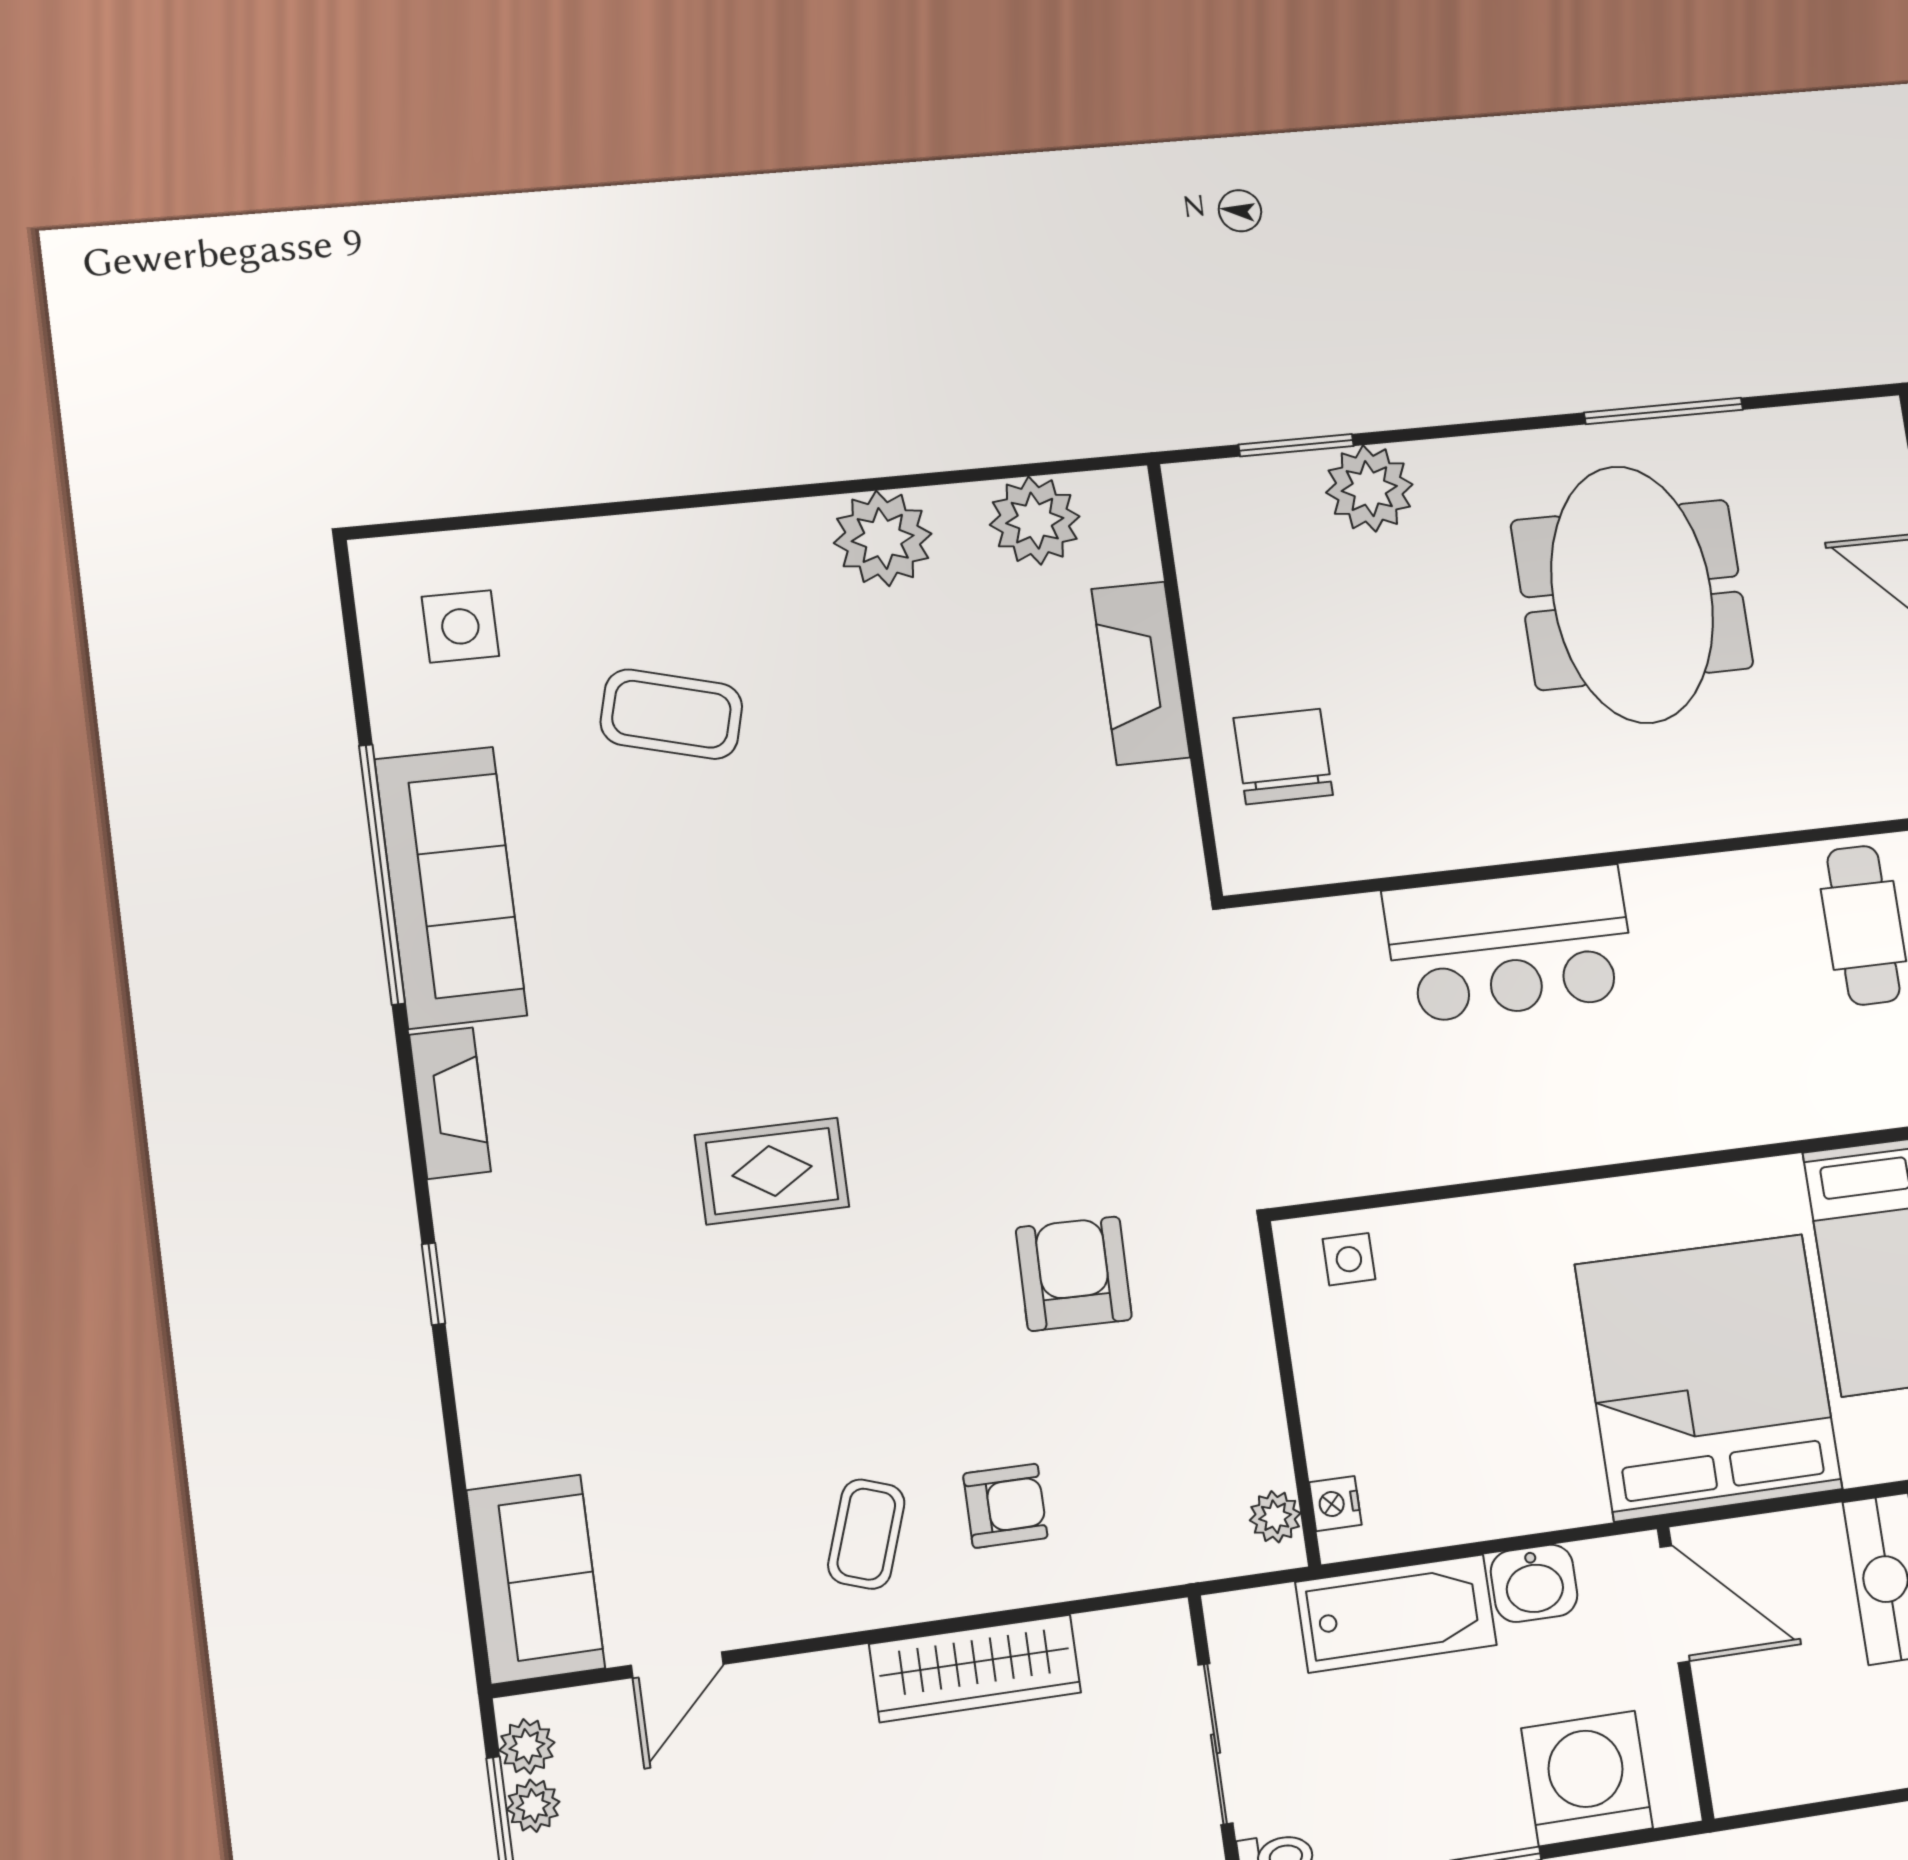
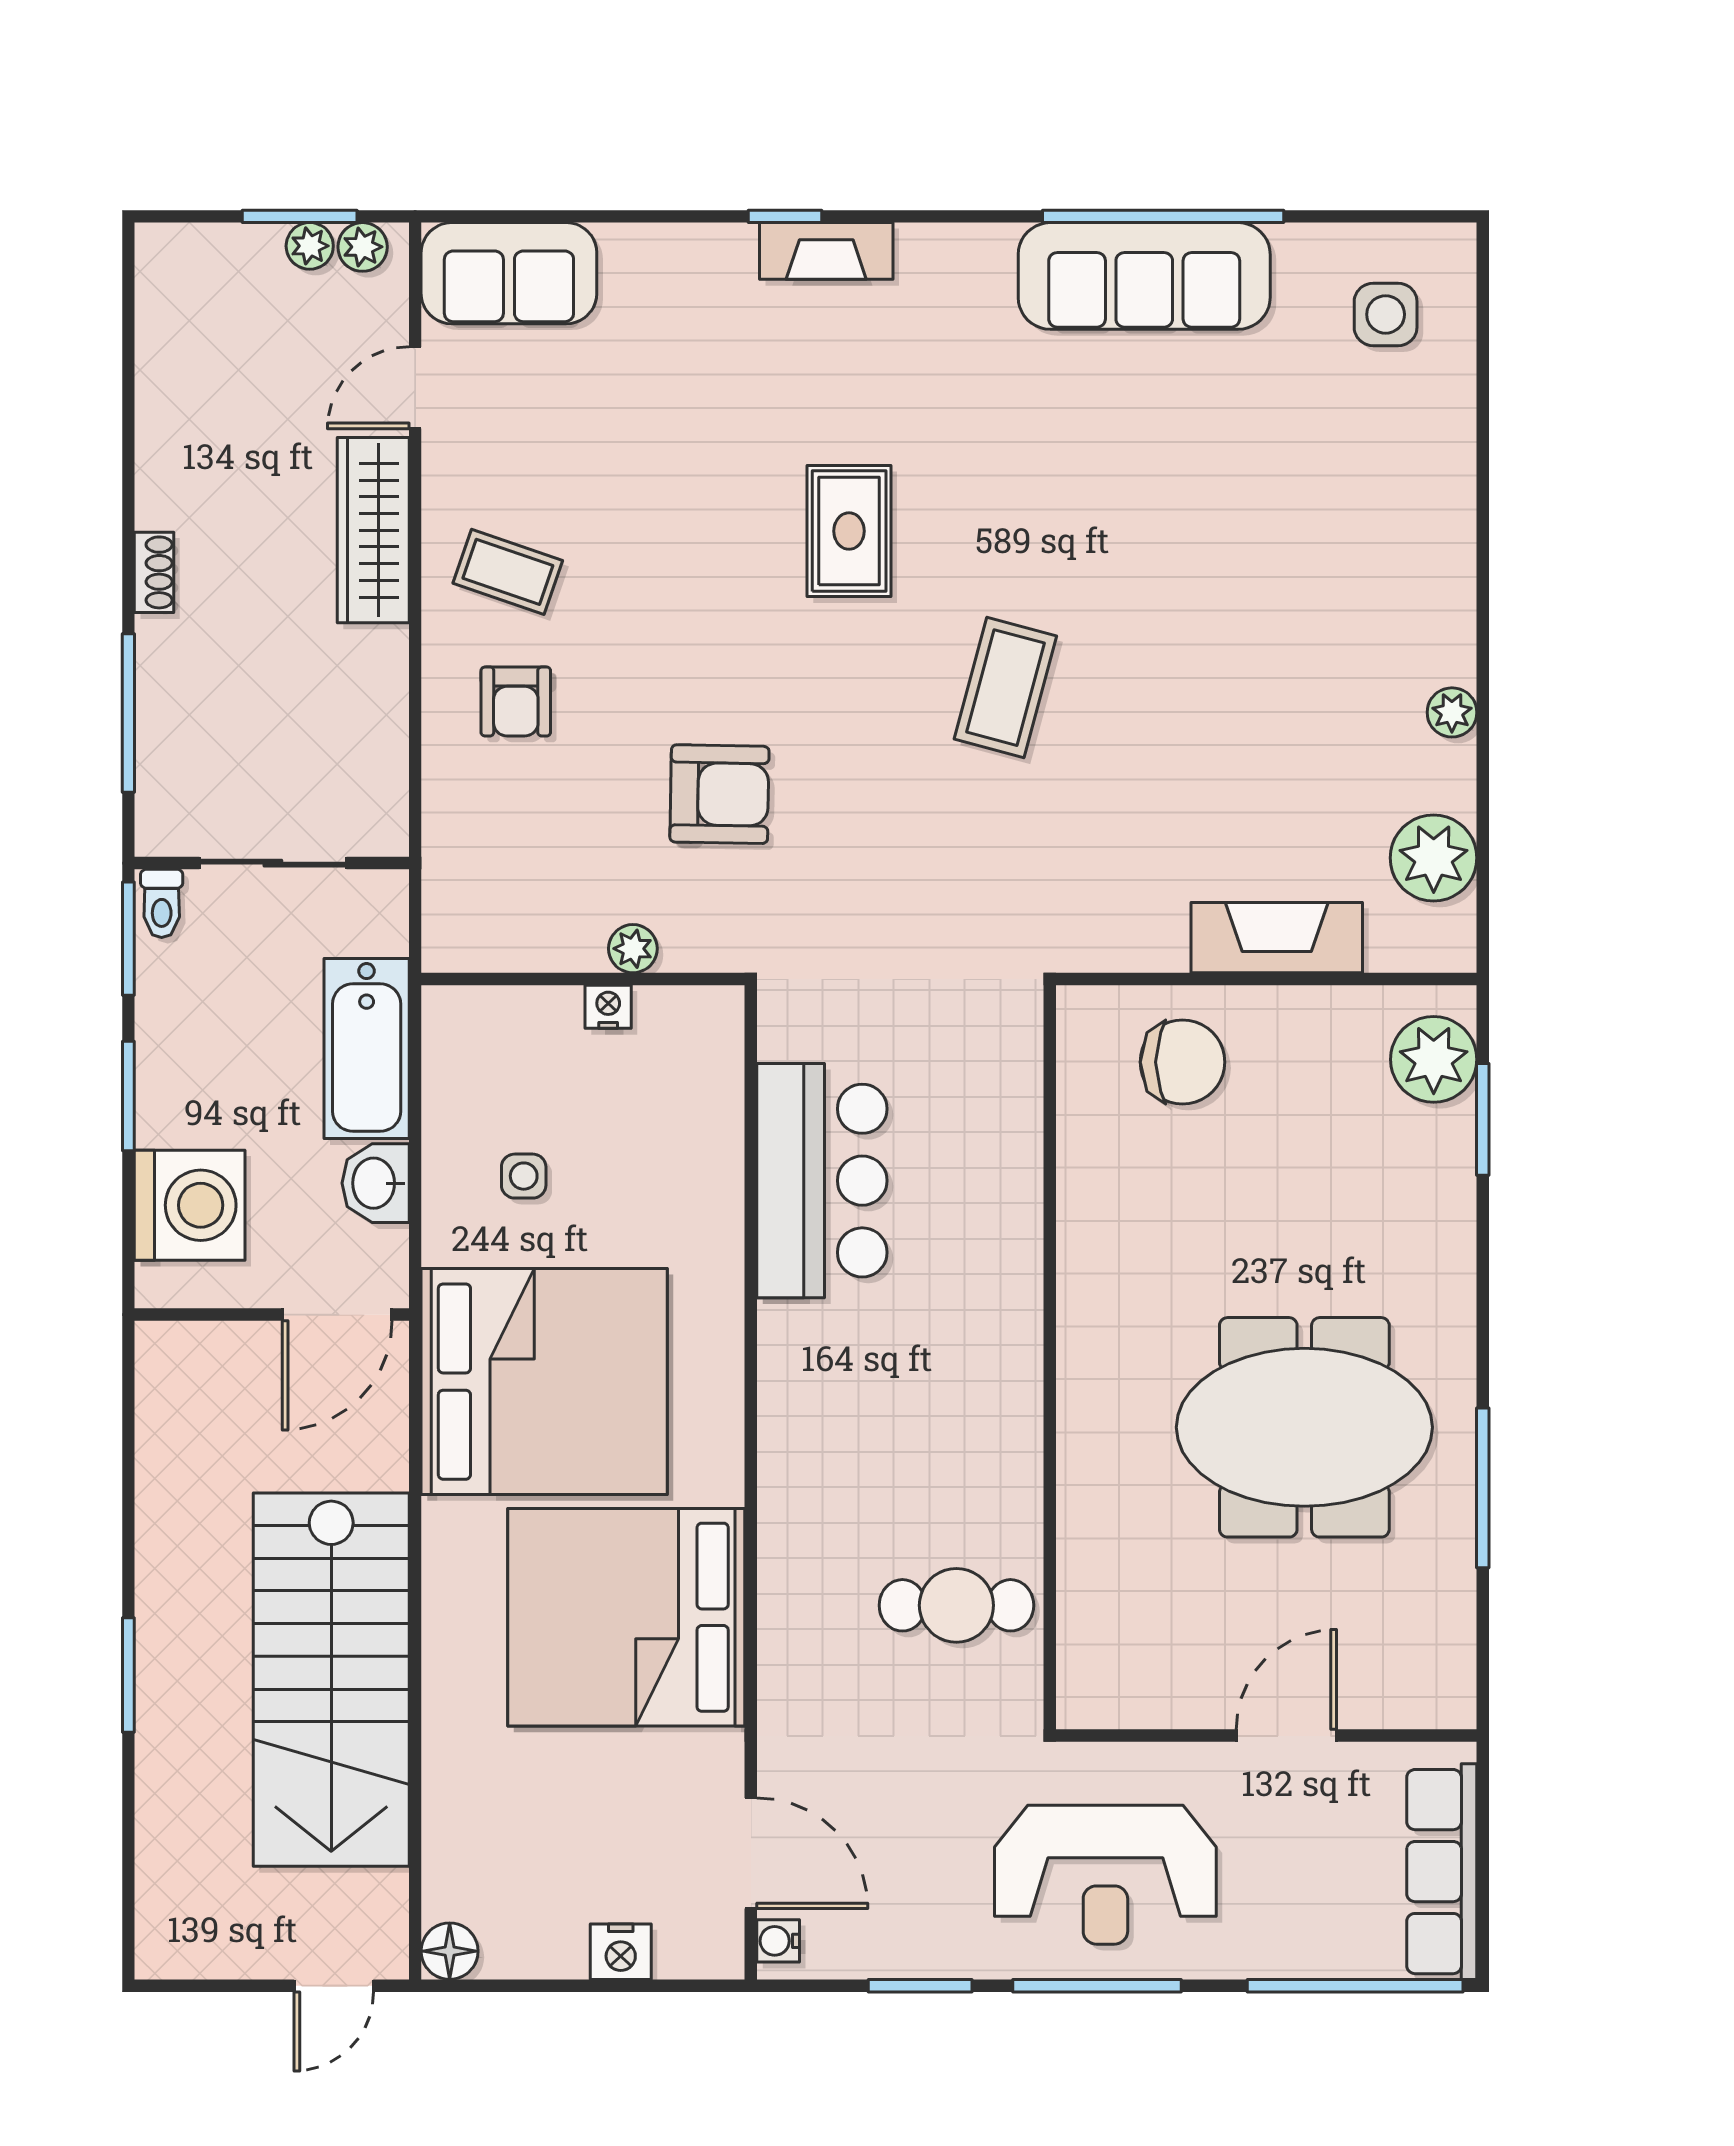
plant: (1369, 489) -> (1434, 1059), moved
plant: (883, 538) -> (1452, 712), width x0.53, depth x0.53
coffee table: (671, 714) -> (1005, 688), moved
bar counter: (1510, 944) -> (822, 1181), moved, turned 180
fireplace: (450, 1103) -> (826, 251), moved
side table: (1349, 1259) -> (524, 1176), moved
nightstand: (1335, 1503) -> (608, 1007), moved
plant: (1275, 1517) -> (633, 949), moved
door: (677, 1665) -> (415, 388), hinge flipped
wardrobe: (975, 1668) -> (373, 530), moved

